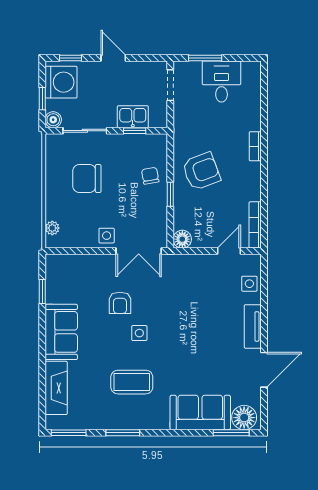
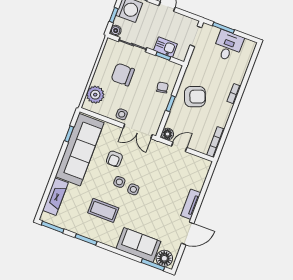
plant: (52, 228) -> (95, 95), width x1.88, depth x1.88
door: (229, 251) -> (179, 147), moved
side table: (249, 284) -> (133, 189), moved
sofa: (61, 332) -> (80, 150), width x1.85, depth x1.27

